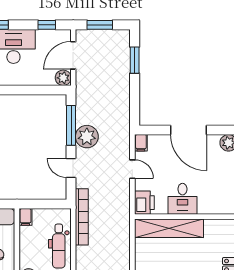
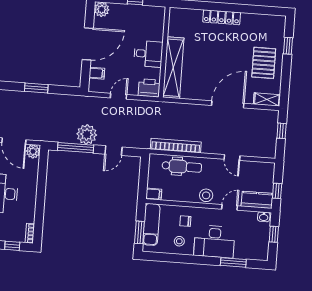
window: (135, 60) -> (36, 88), moved
filing cabinet: (141, 143) -> (97, 73), moved
bookcase: (82, 217) -> (176, 146), moved

